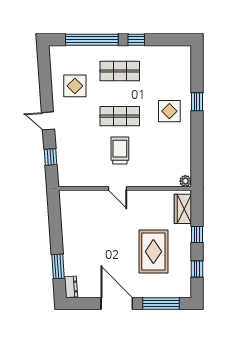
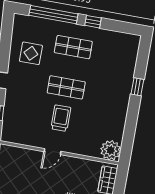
display table: (169, 111) -> (111, 91), removed
plant: (185, 181) -> (111, 150), width x1.87, depth x1.87
door: (117, 188) -> (53, 152), hinge flipped

